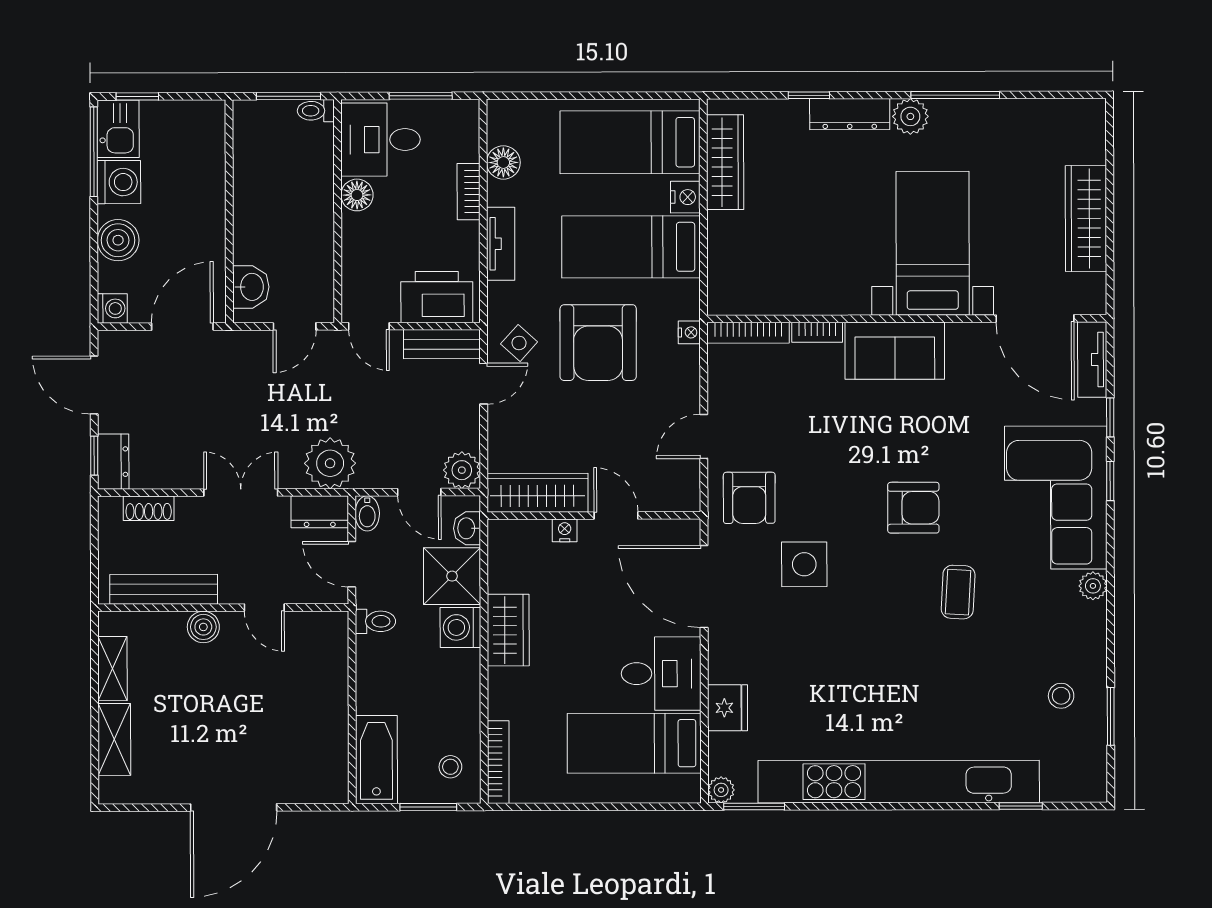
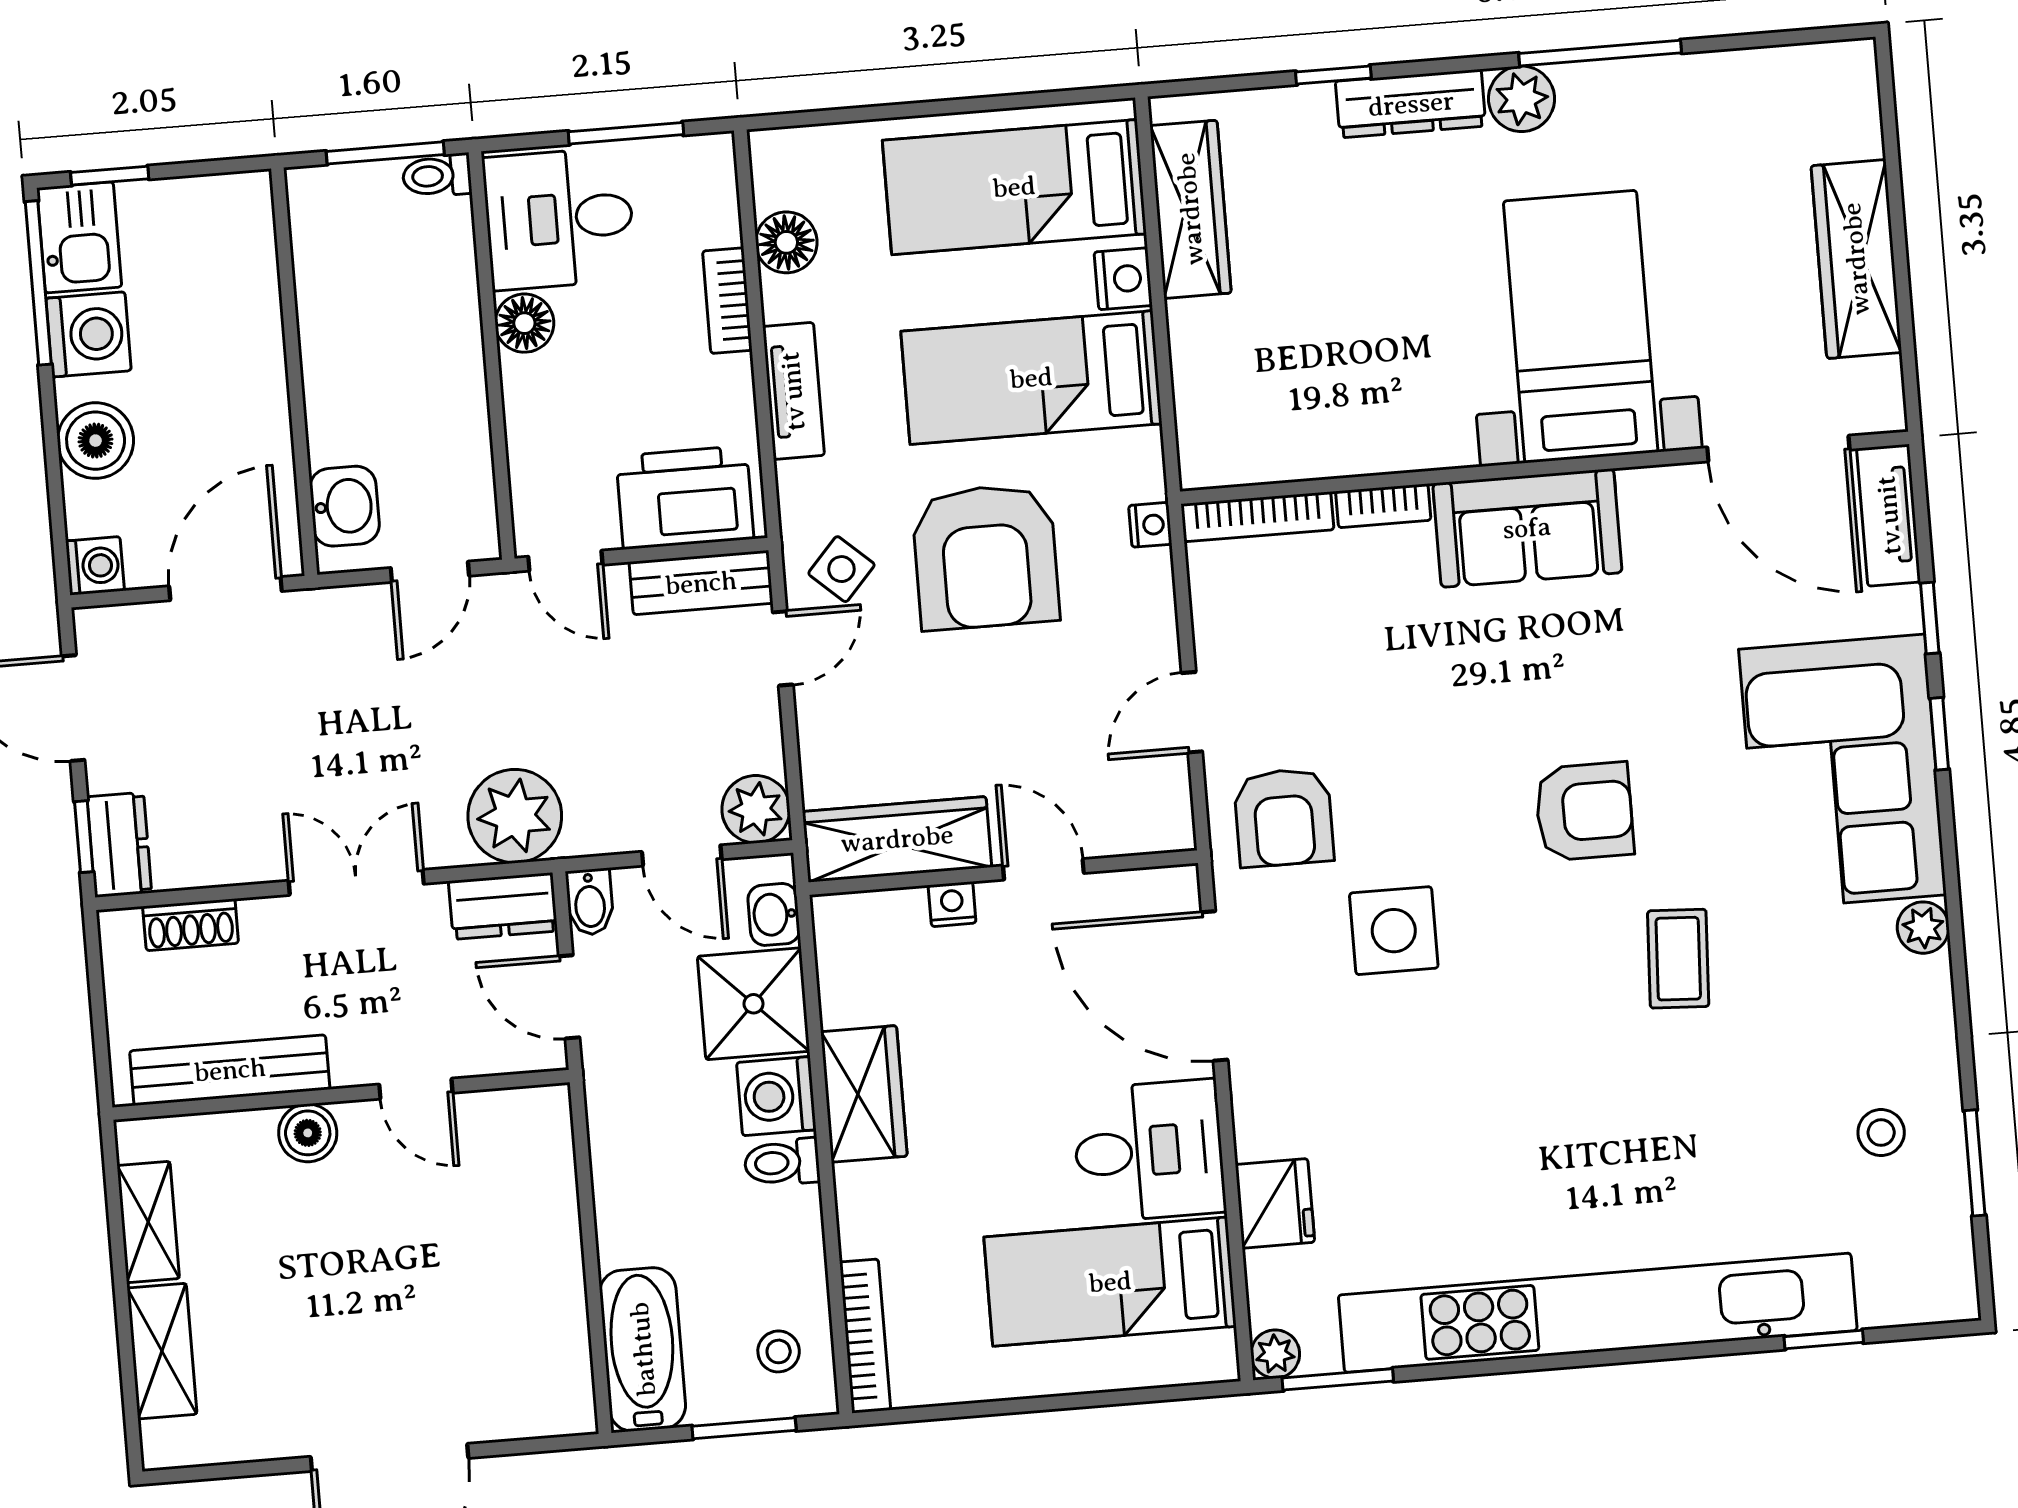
toilet: (375, 621) -> (782, 1162), moved, turned 180

